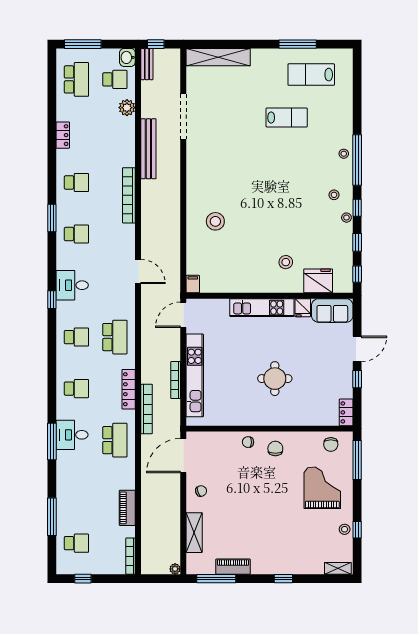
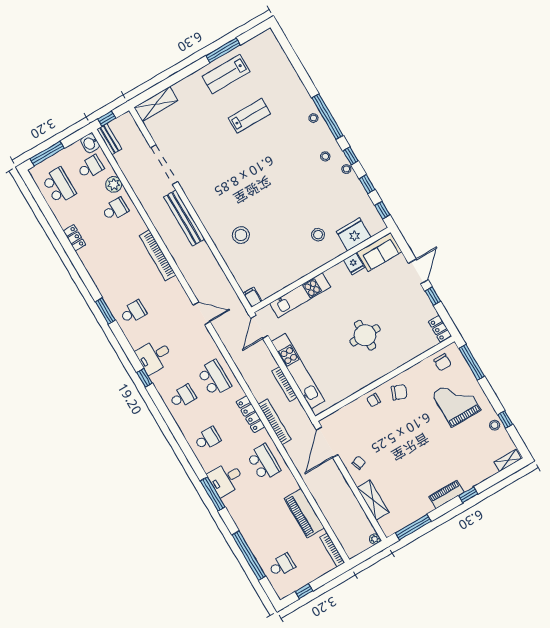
shelving: (218, 57) -> (156, 104), width x0.68
lab bench: (311, 75) -> (226, 74), moved
bench: (148, 149) -> (184, 218), moved
school desk: (76, 182) -> (115, 209), moved
kitchen unit: (262, 308) -> (300, 295), moved
chair: (275, 449) -> (399, 392), turned 112
piano: (127, 508) -> (304, 513), width x1.37, depth x1.33
window: (52, 517) -> (249, 556), width x1.46
piano: (233, 567) -> (446, 495), moved

